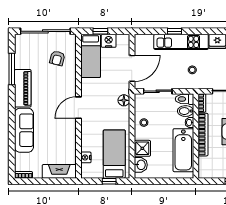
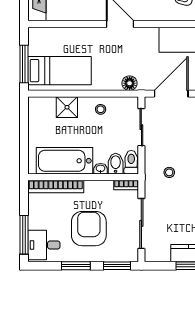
door: (132, 68) -> (171, 94), swing flipped
bookcase: (203, 135) -> (56, 186), moved
nightstand: (86, 157) -> (55, 34), removed
washbasin: (141, 165) -> (45, 105), removed
window: (109, 181) -> (24, 64), width x2.17

